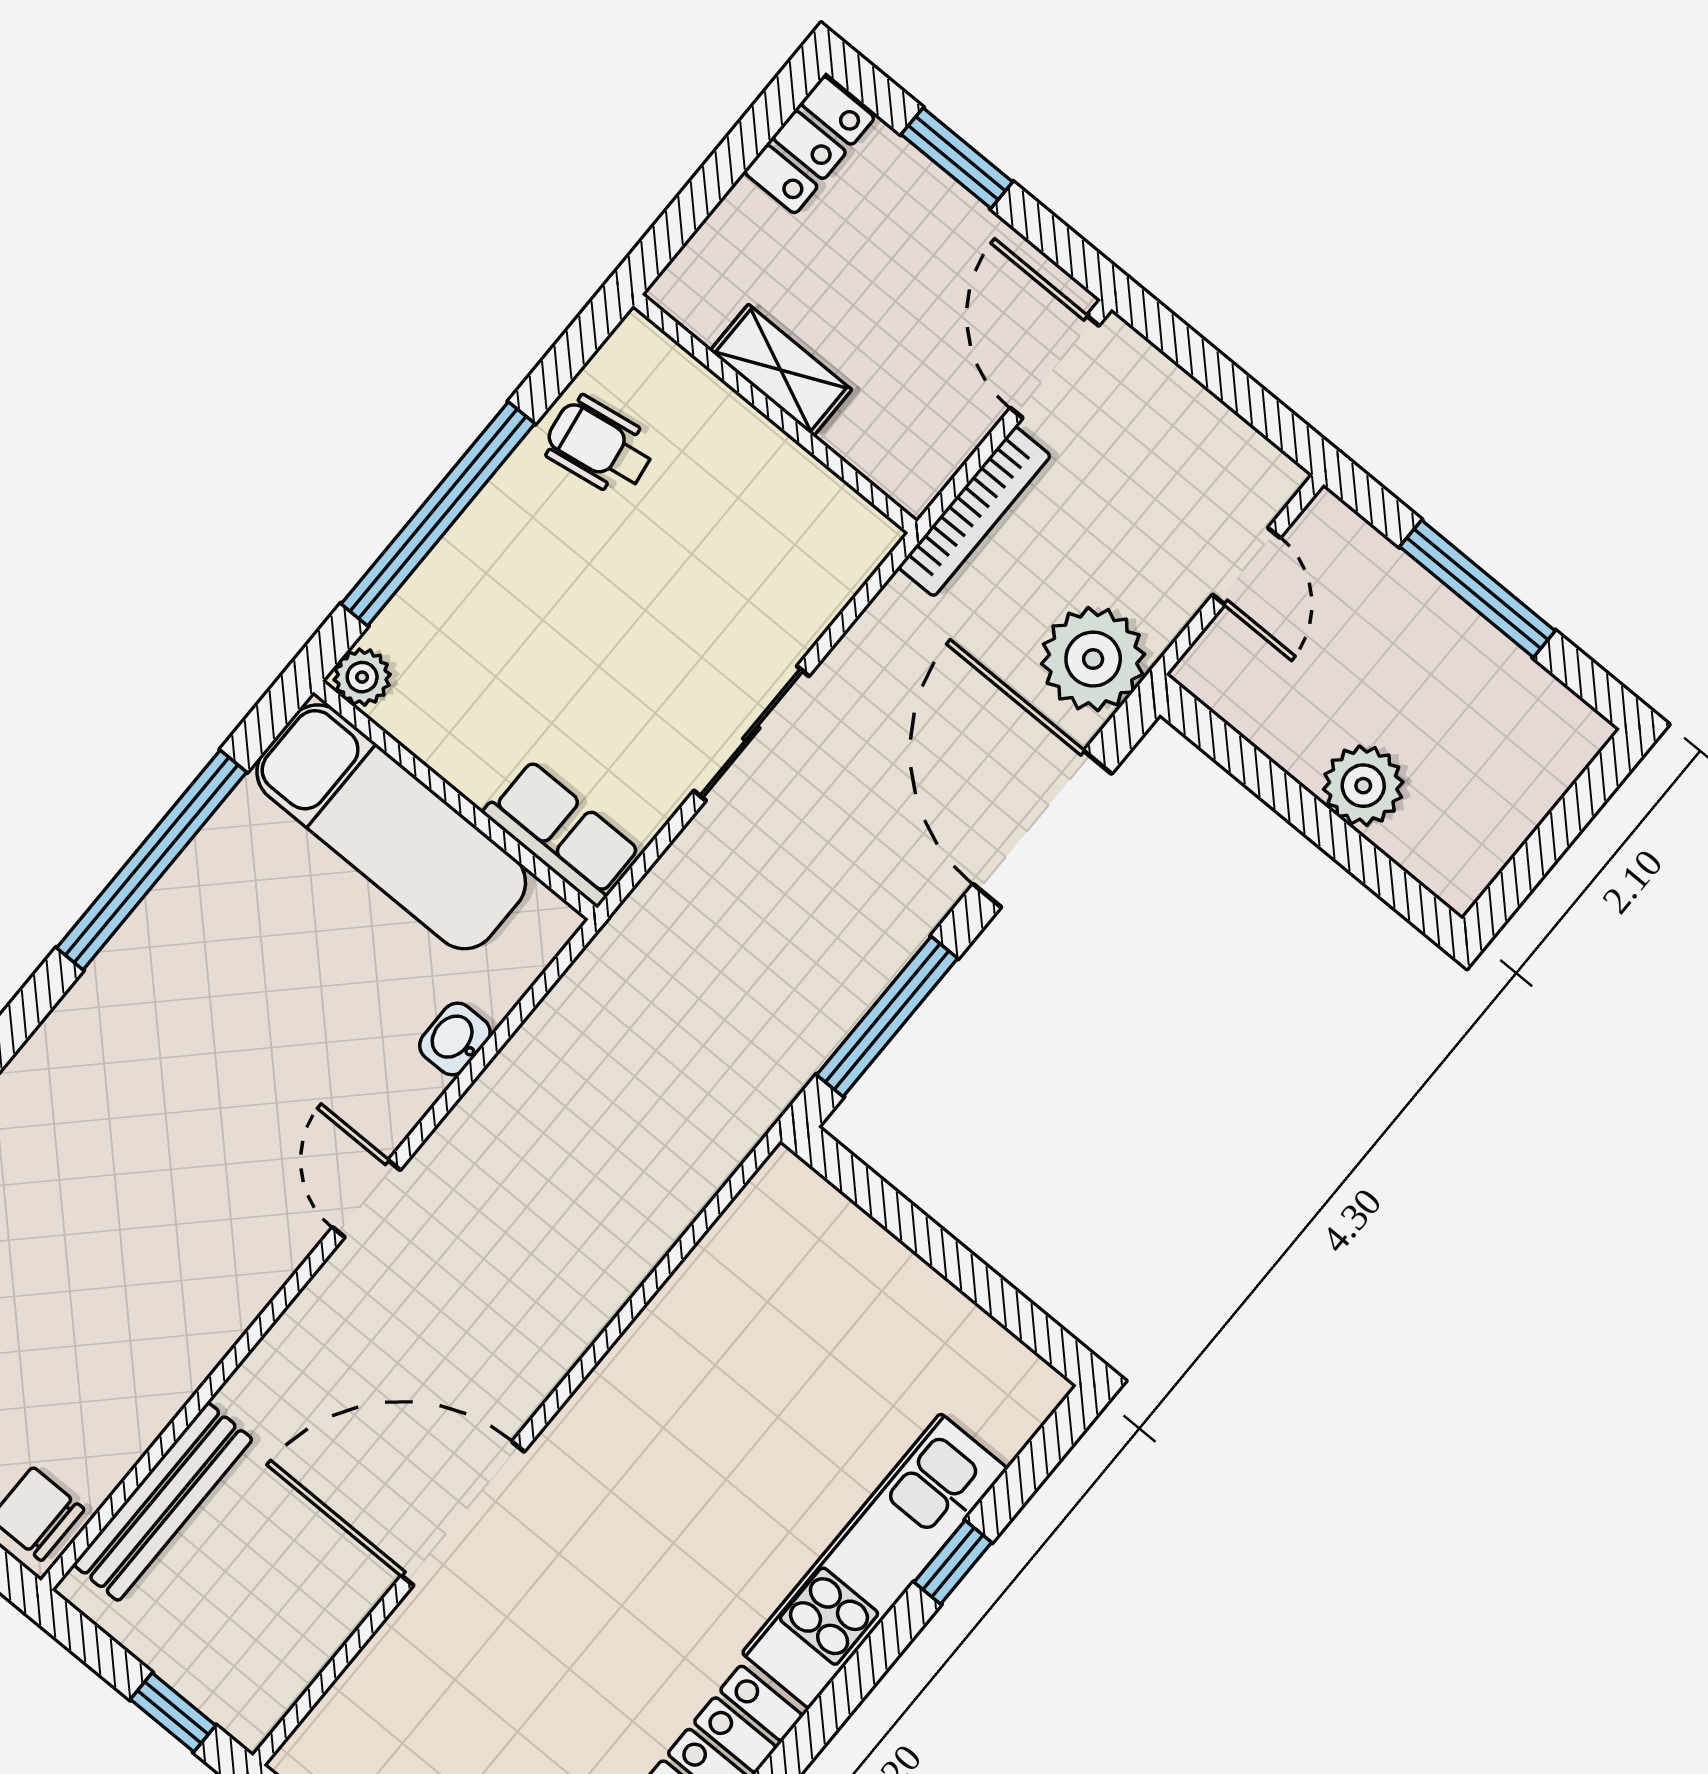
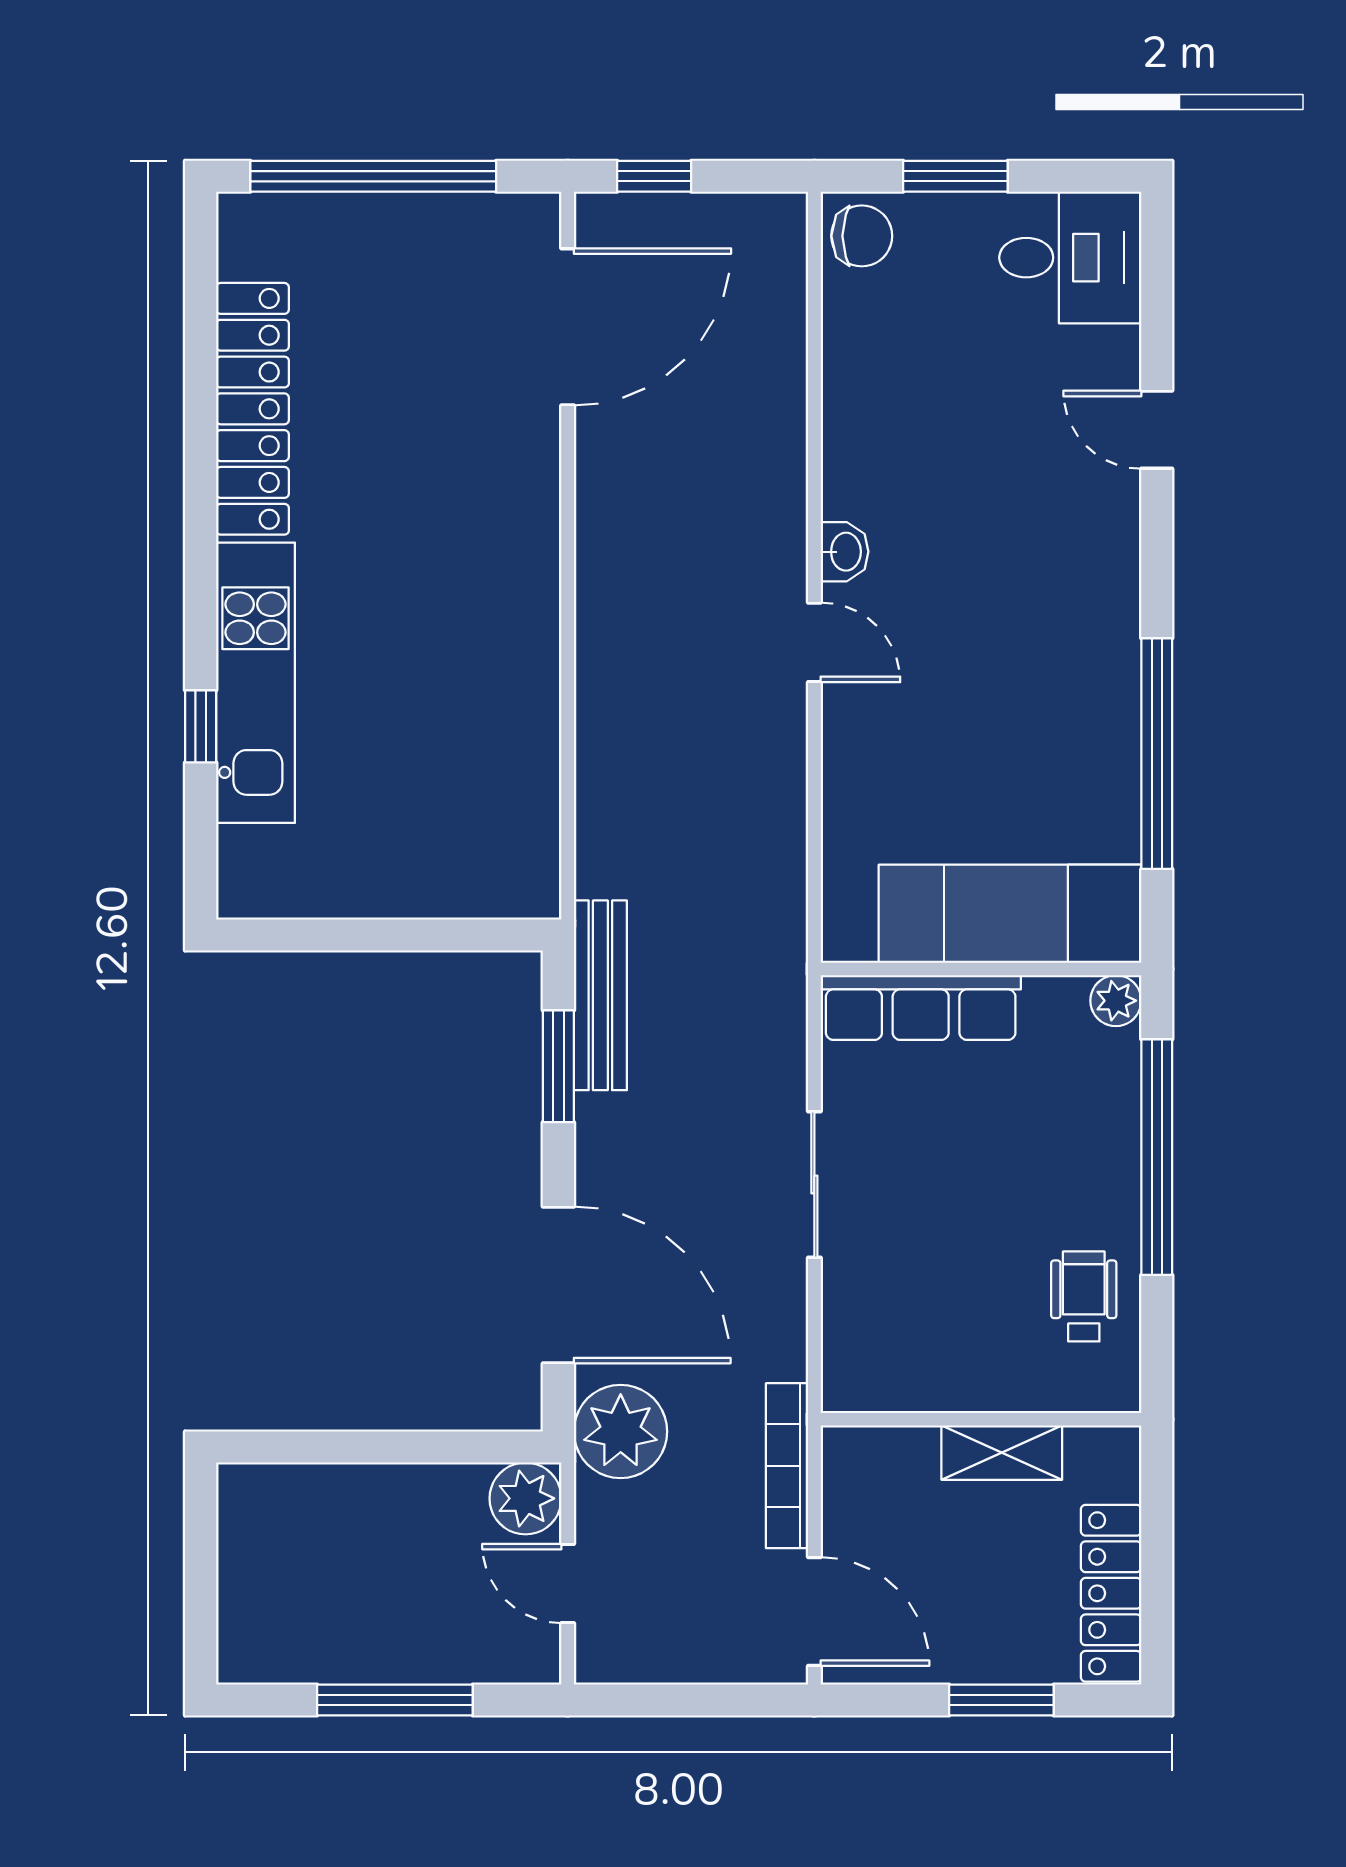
locker: (809, 145) -> (1111, 1593), width x1.53
wheelchair: (600, 446) -> (1084, 1296), turned -81
plant: (1363, 786) -> (525, 1498), moved
row of seats: (562, 833) -> (921, 1008), width x1.48
window: (887, 1017) -> (558, 1066), width x0.69
washbasin: (455, 1039) -> (845, 552), moved
bench: (163, 1502) -> (600, 995), moved
door: (463, 1514) -> (568, 327), moved

